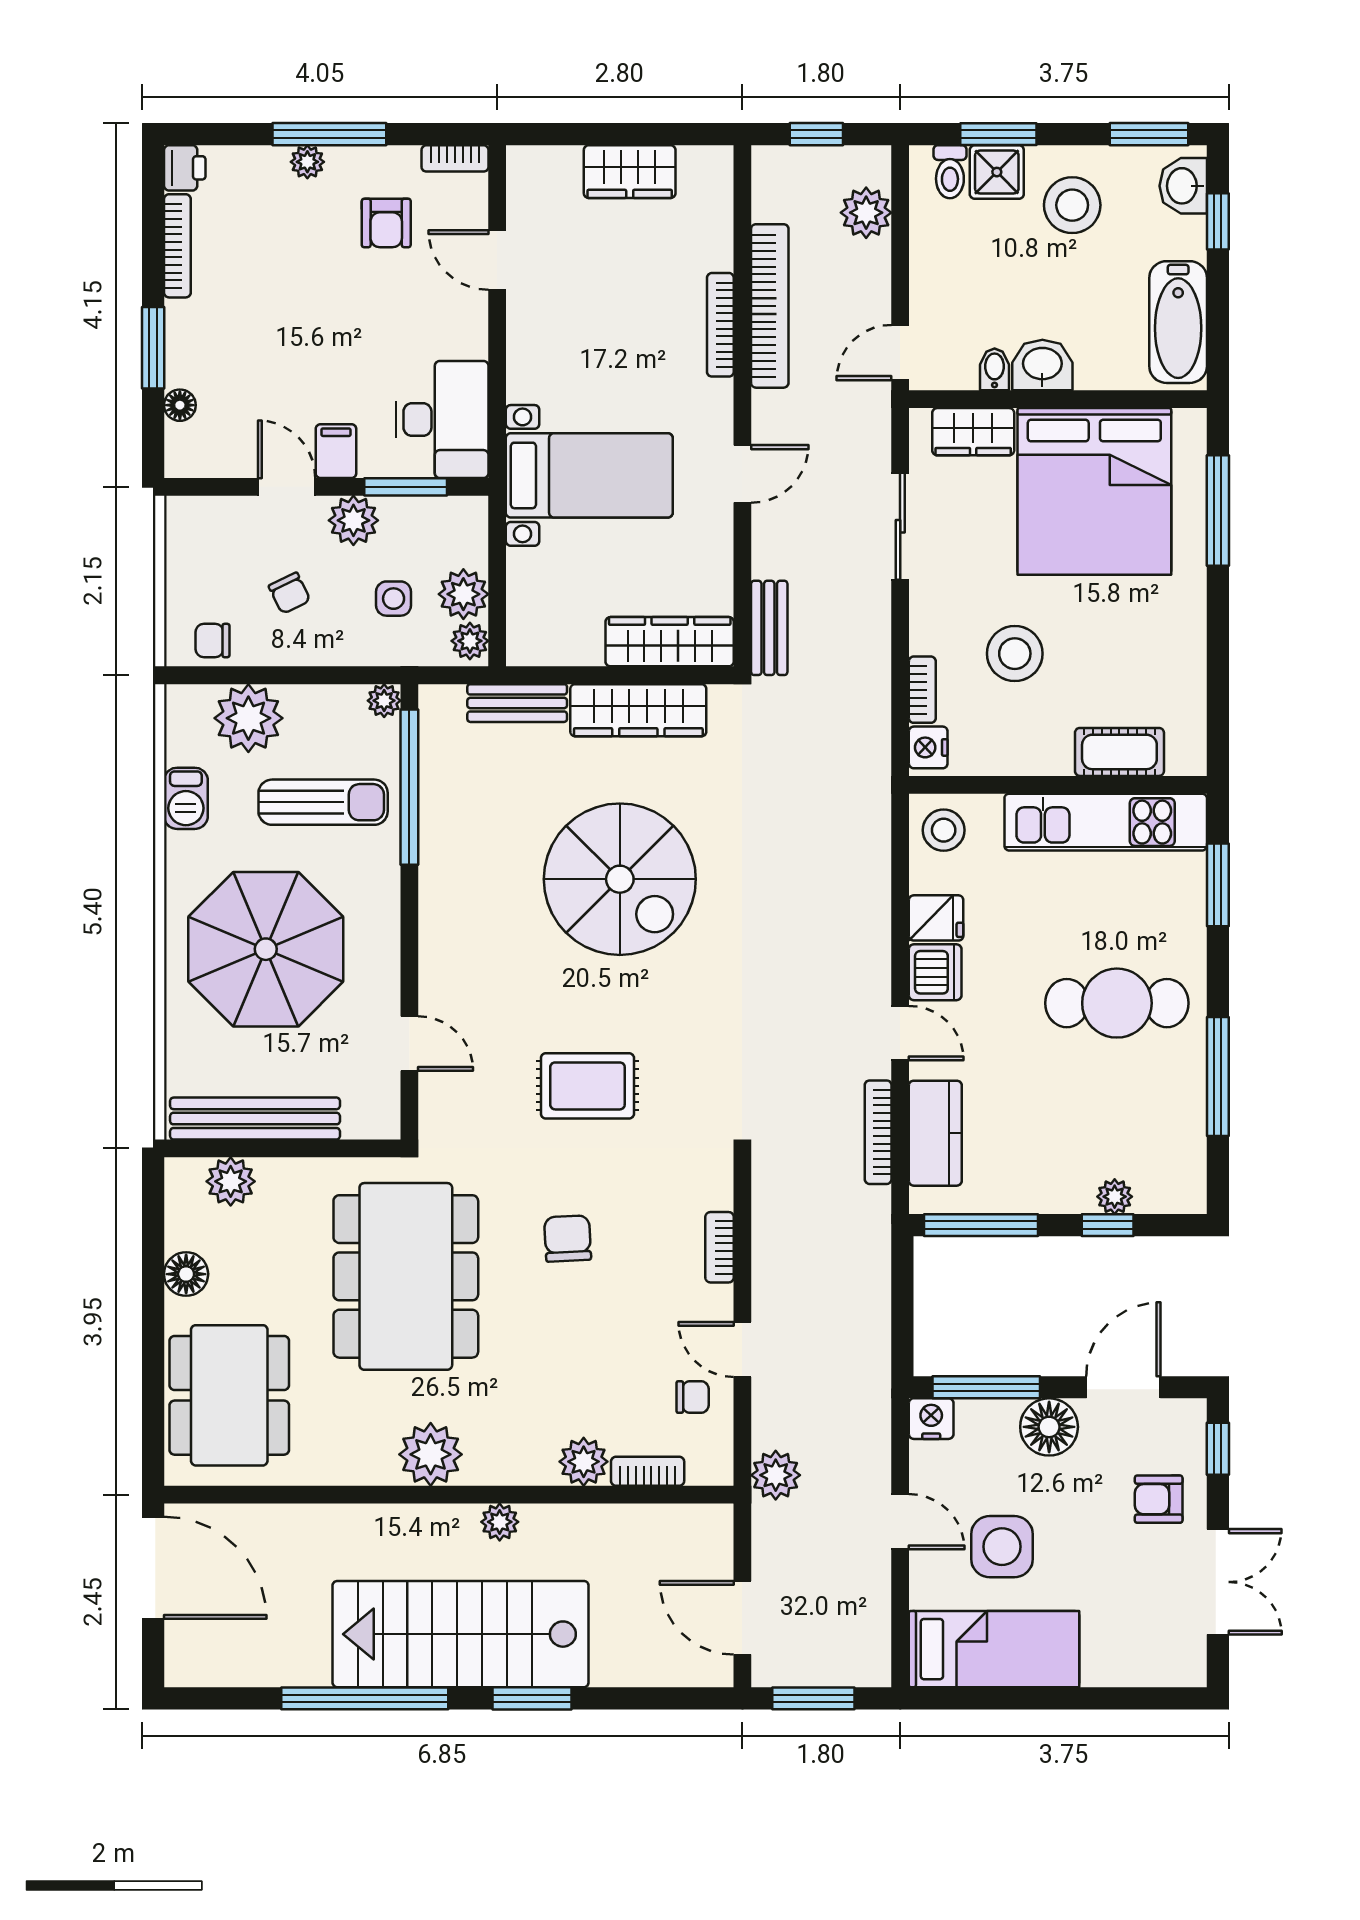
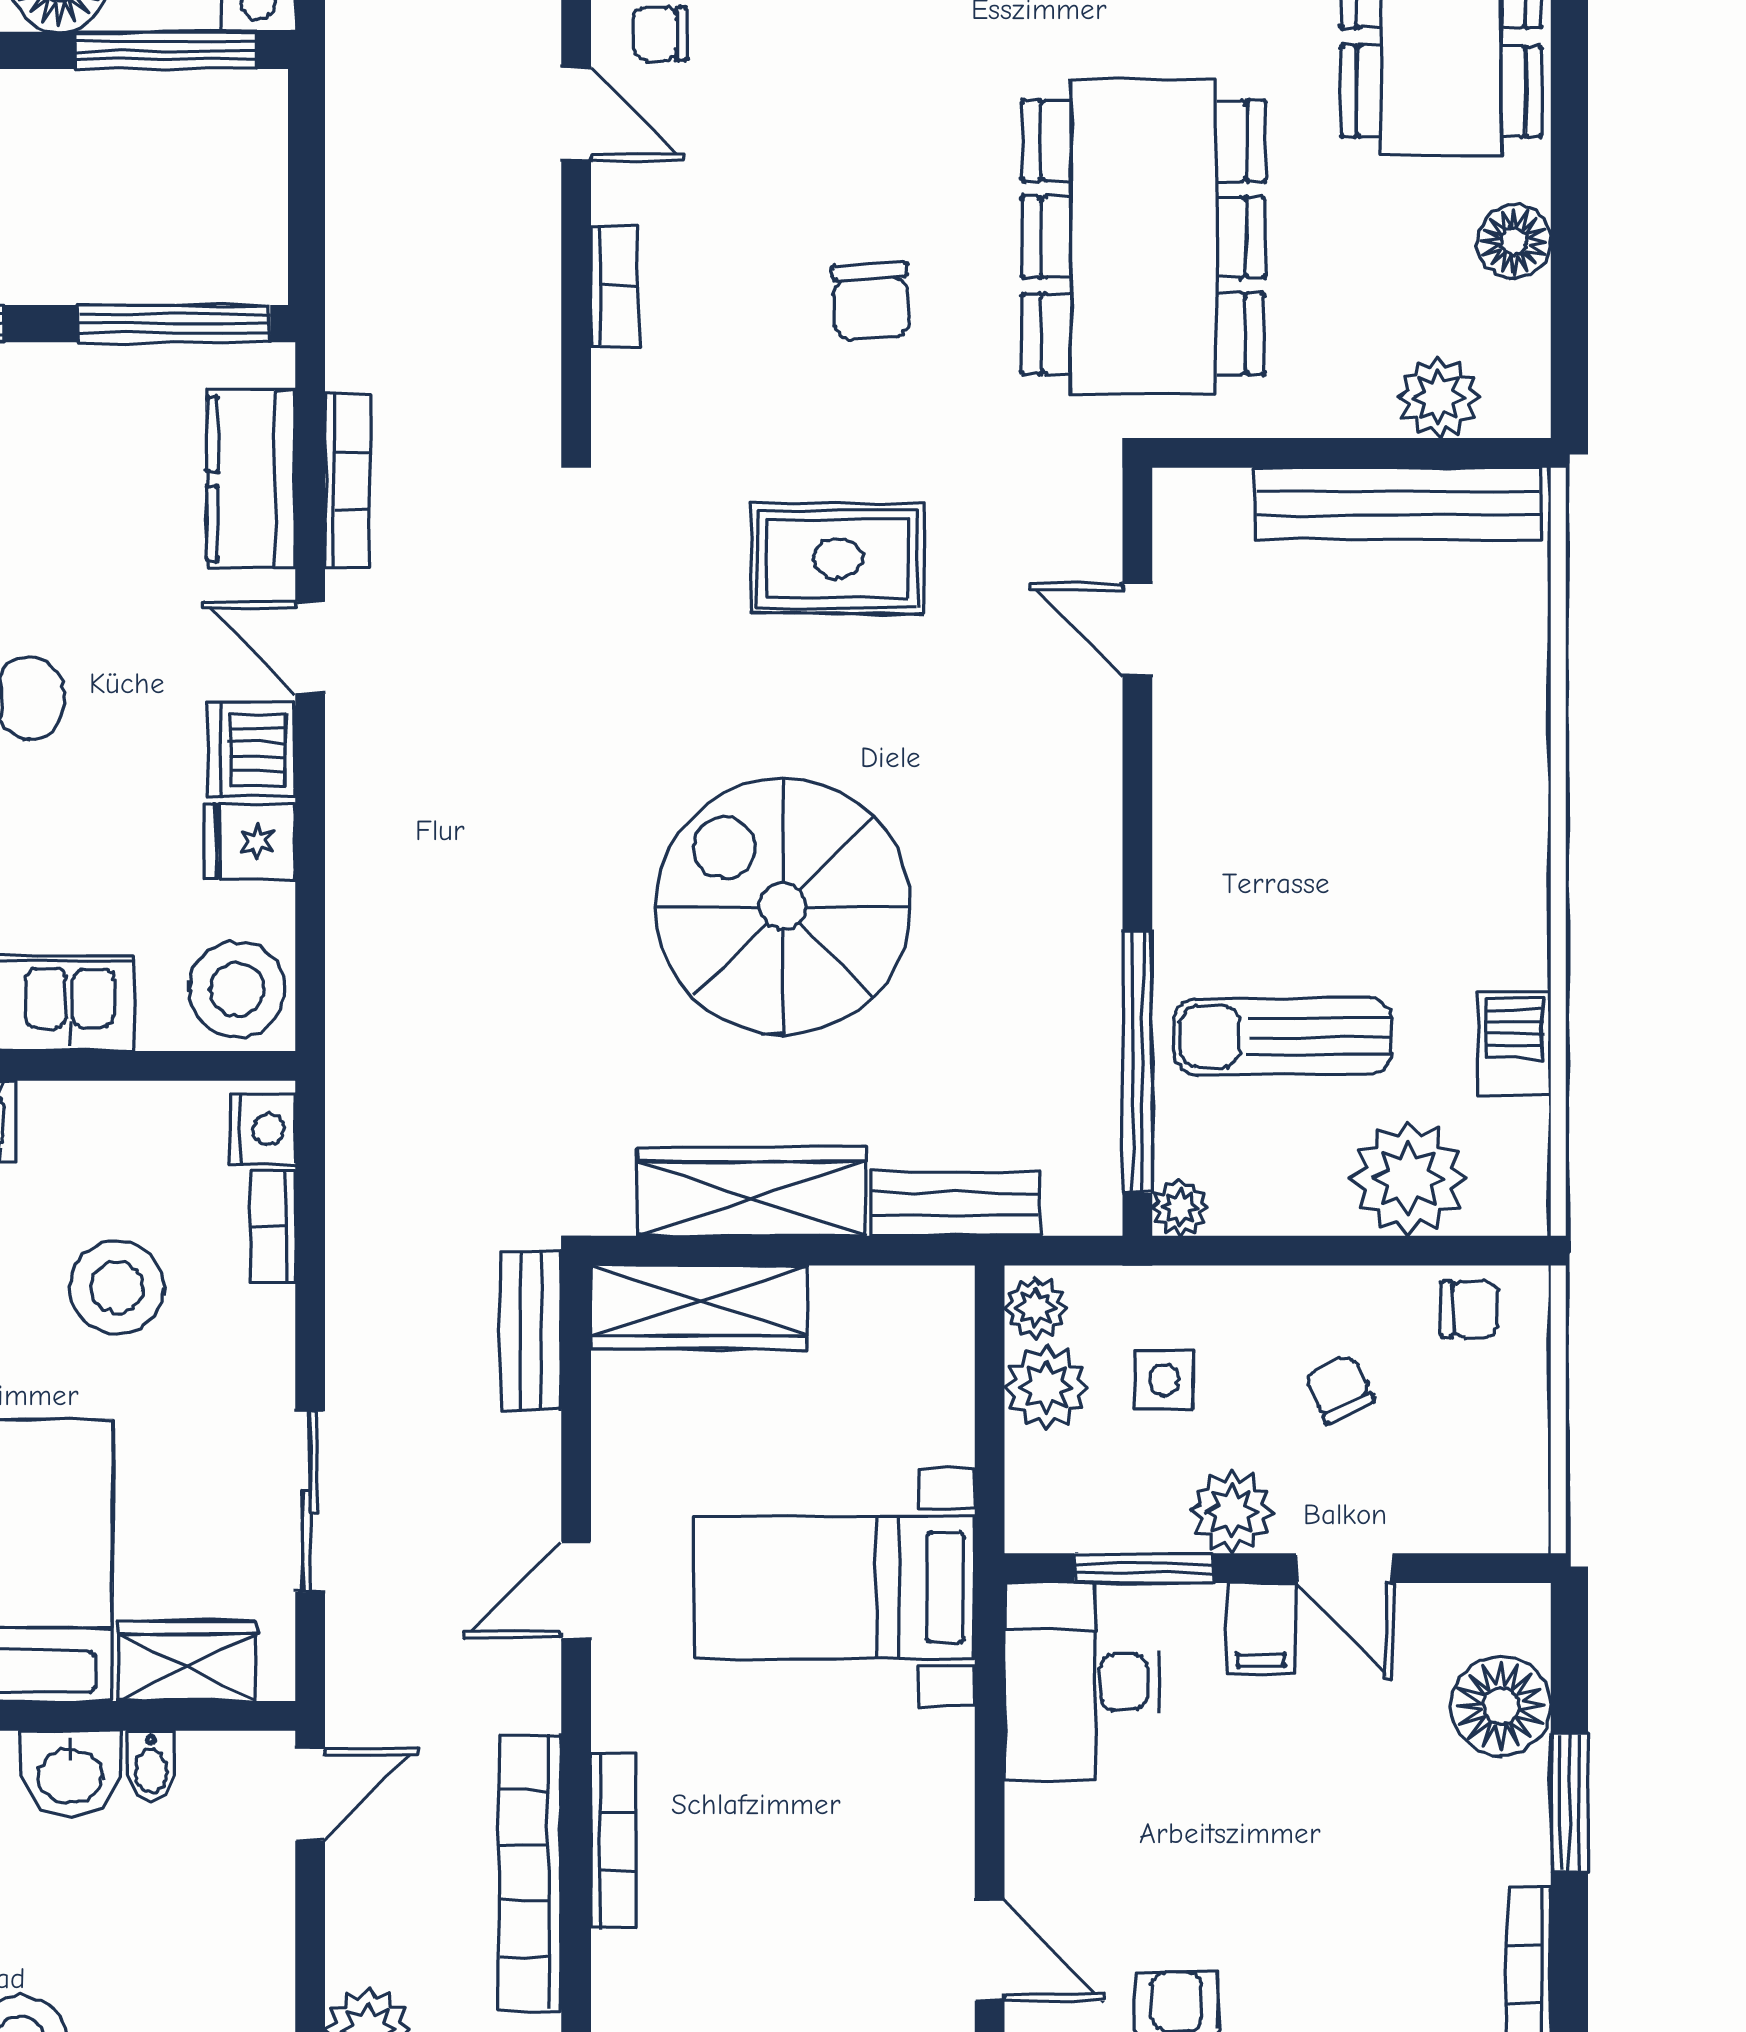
floor lamp: (180, 405) -> (1501, 1706), width x1.89, depth x1.89
stool: (944, 830) -> (237, 989), width x1.38, depth x1.38
parasol: (266, 949) -> (1380, 789), removed

